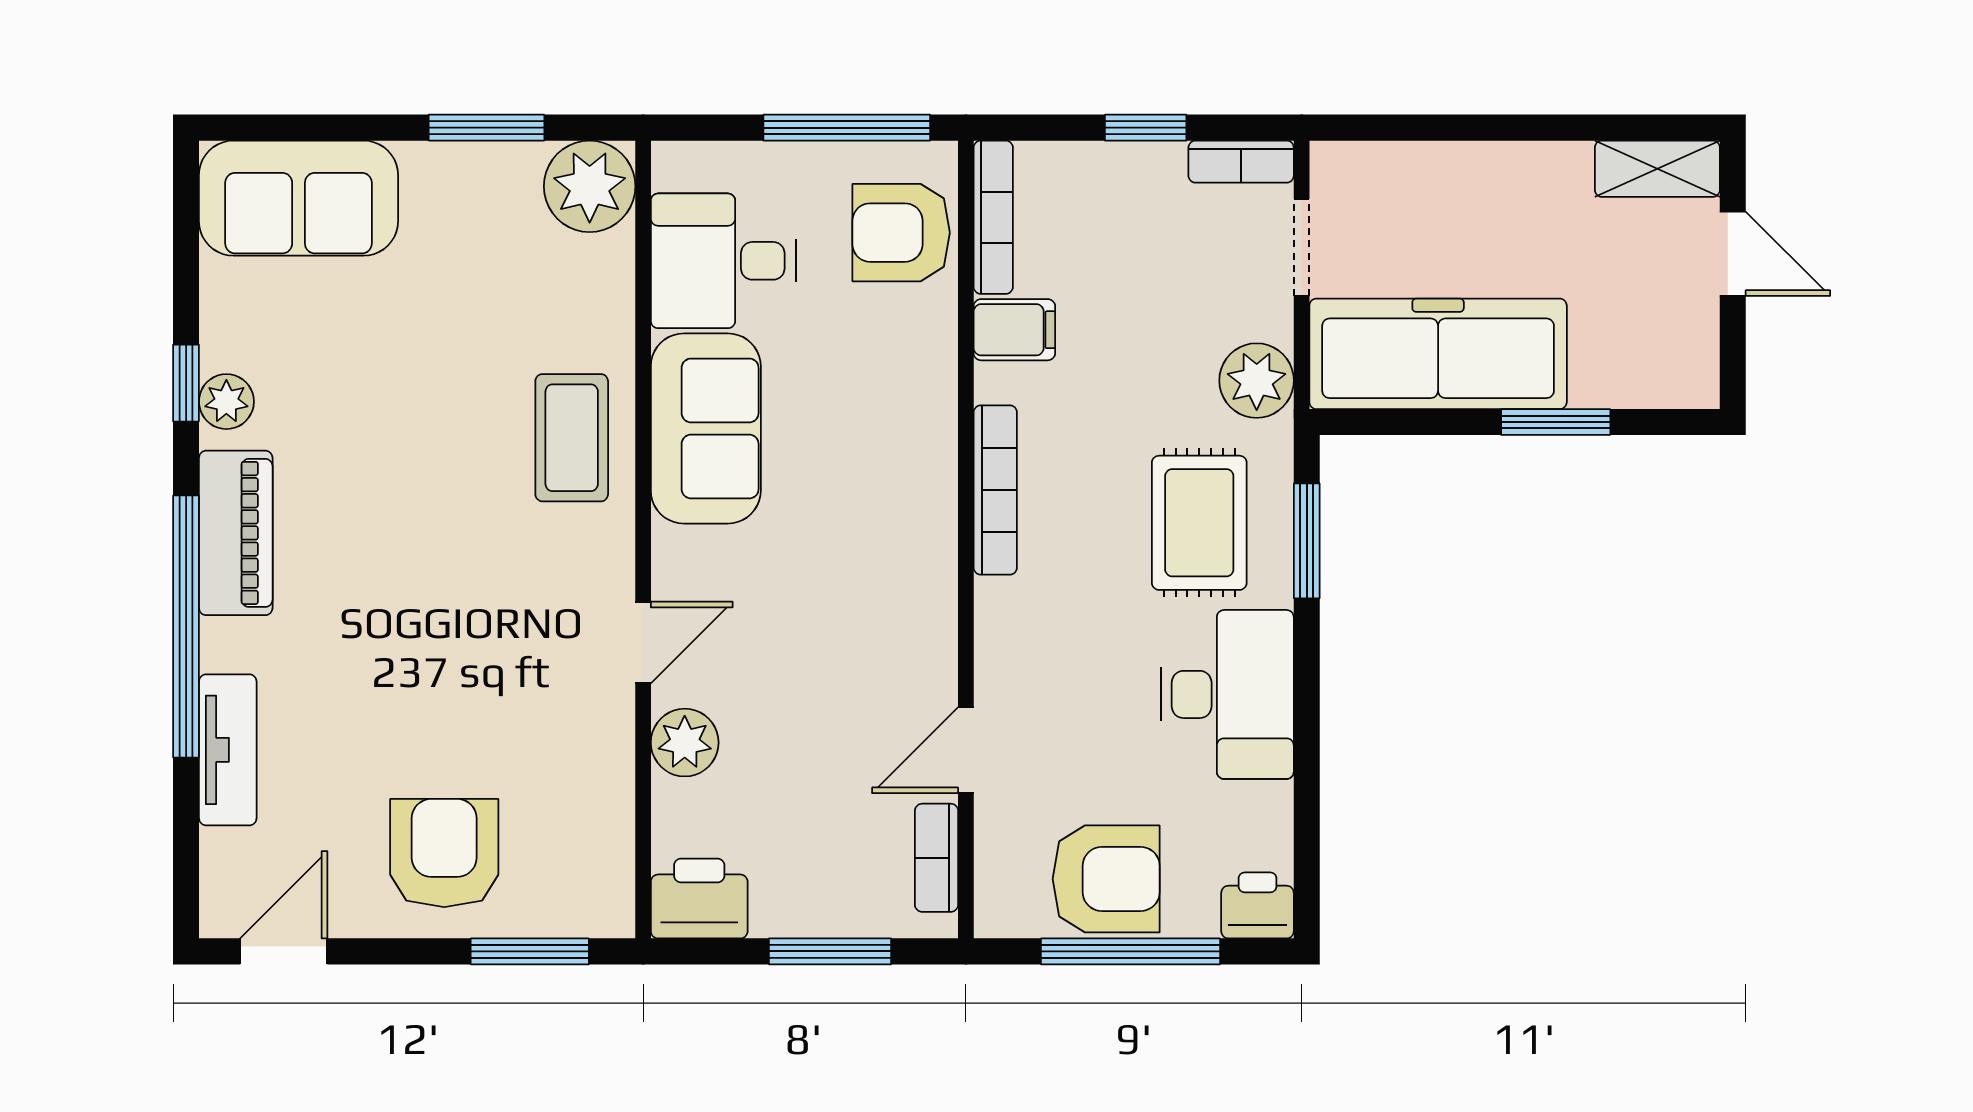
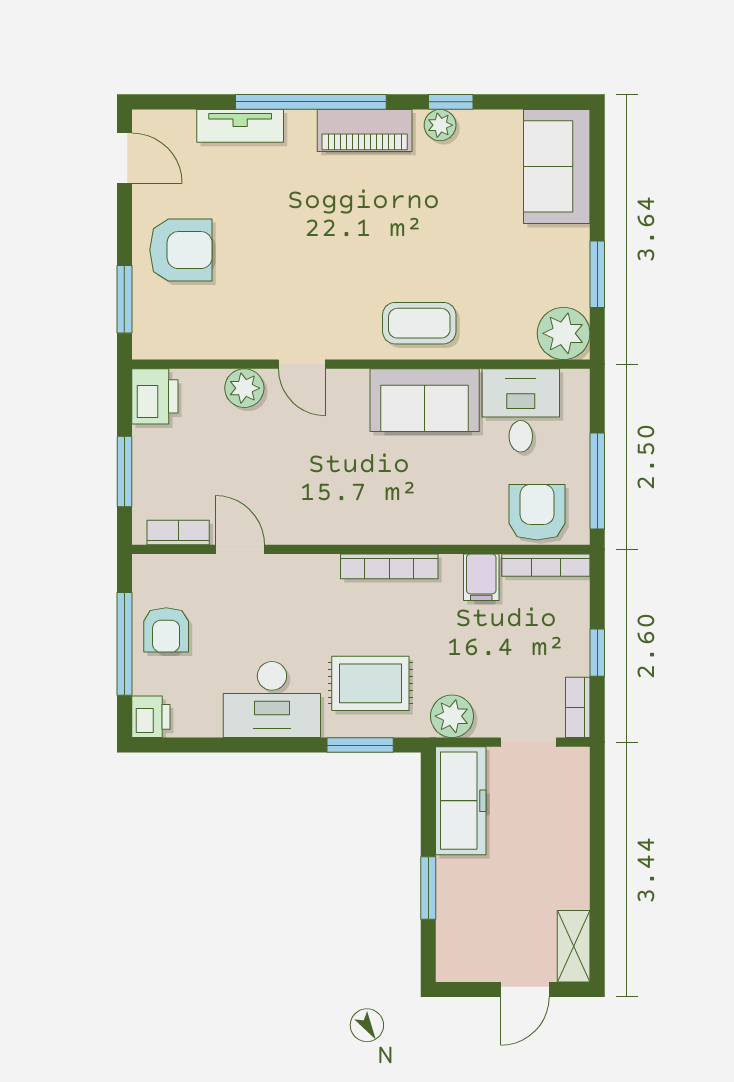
freezer: (1438, 354) -> (461, 801), width x0.73, depth x0.79
armchair: (1106, 879) -> (166, 630), width x0.72, depth x0.72

